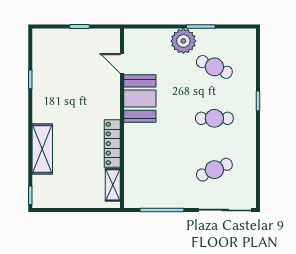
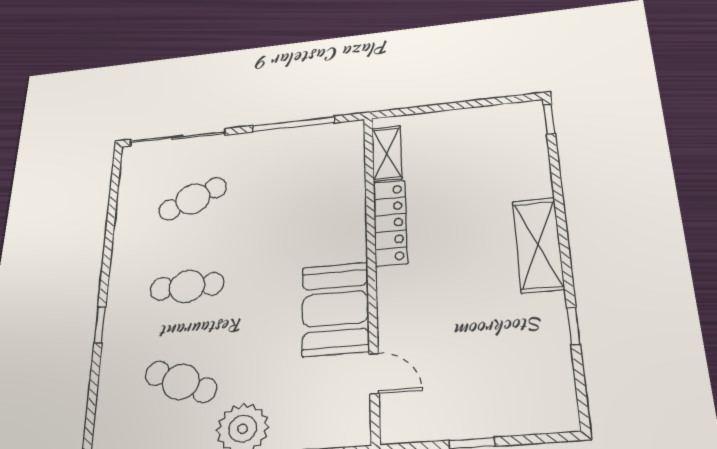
shelving: (42, 149) -> (538, 245), moved

